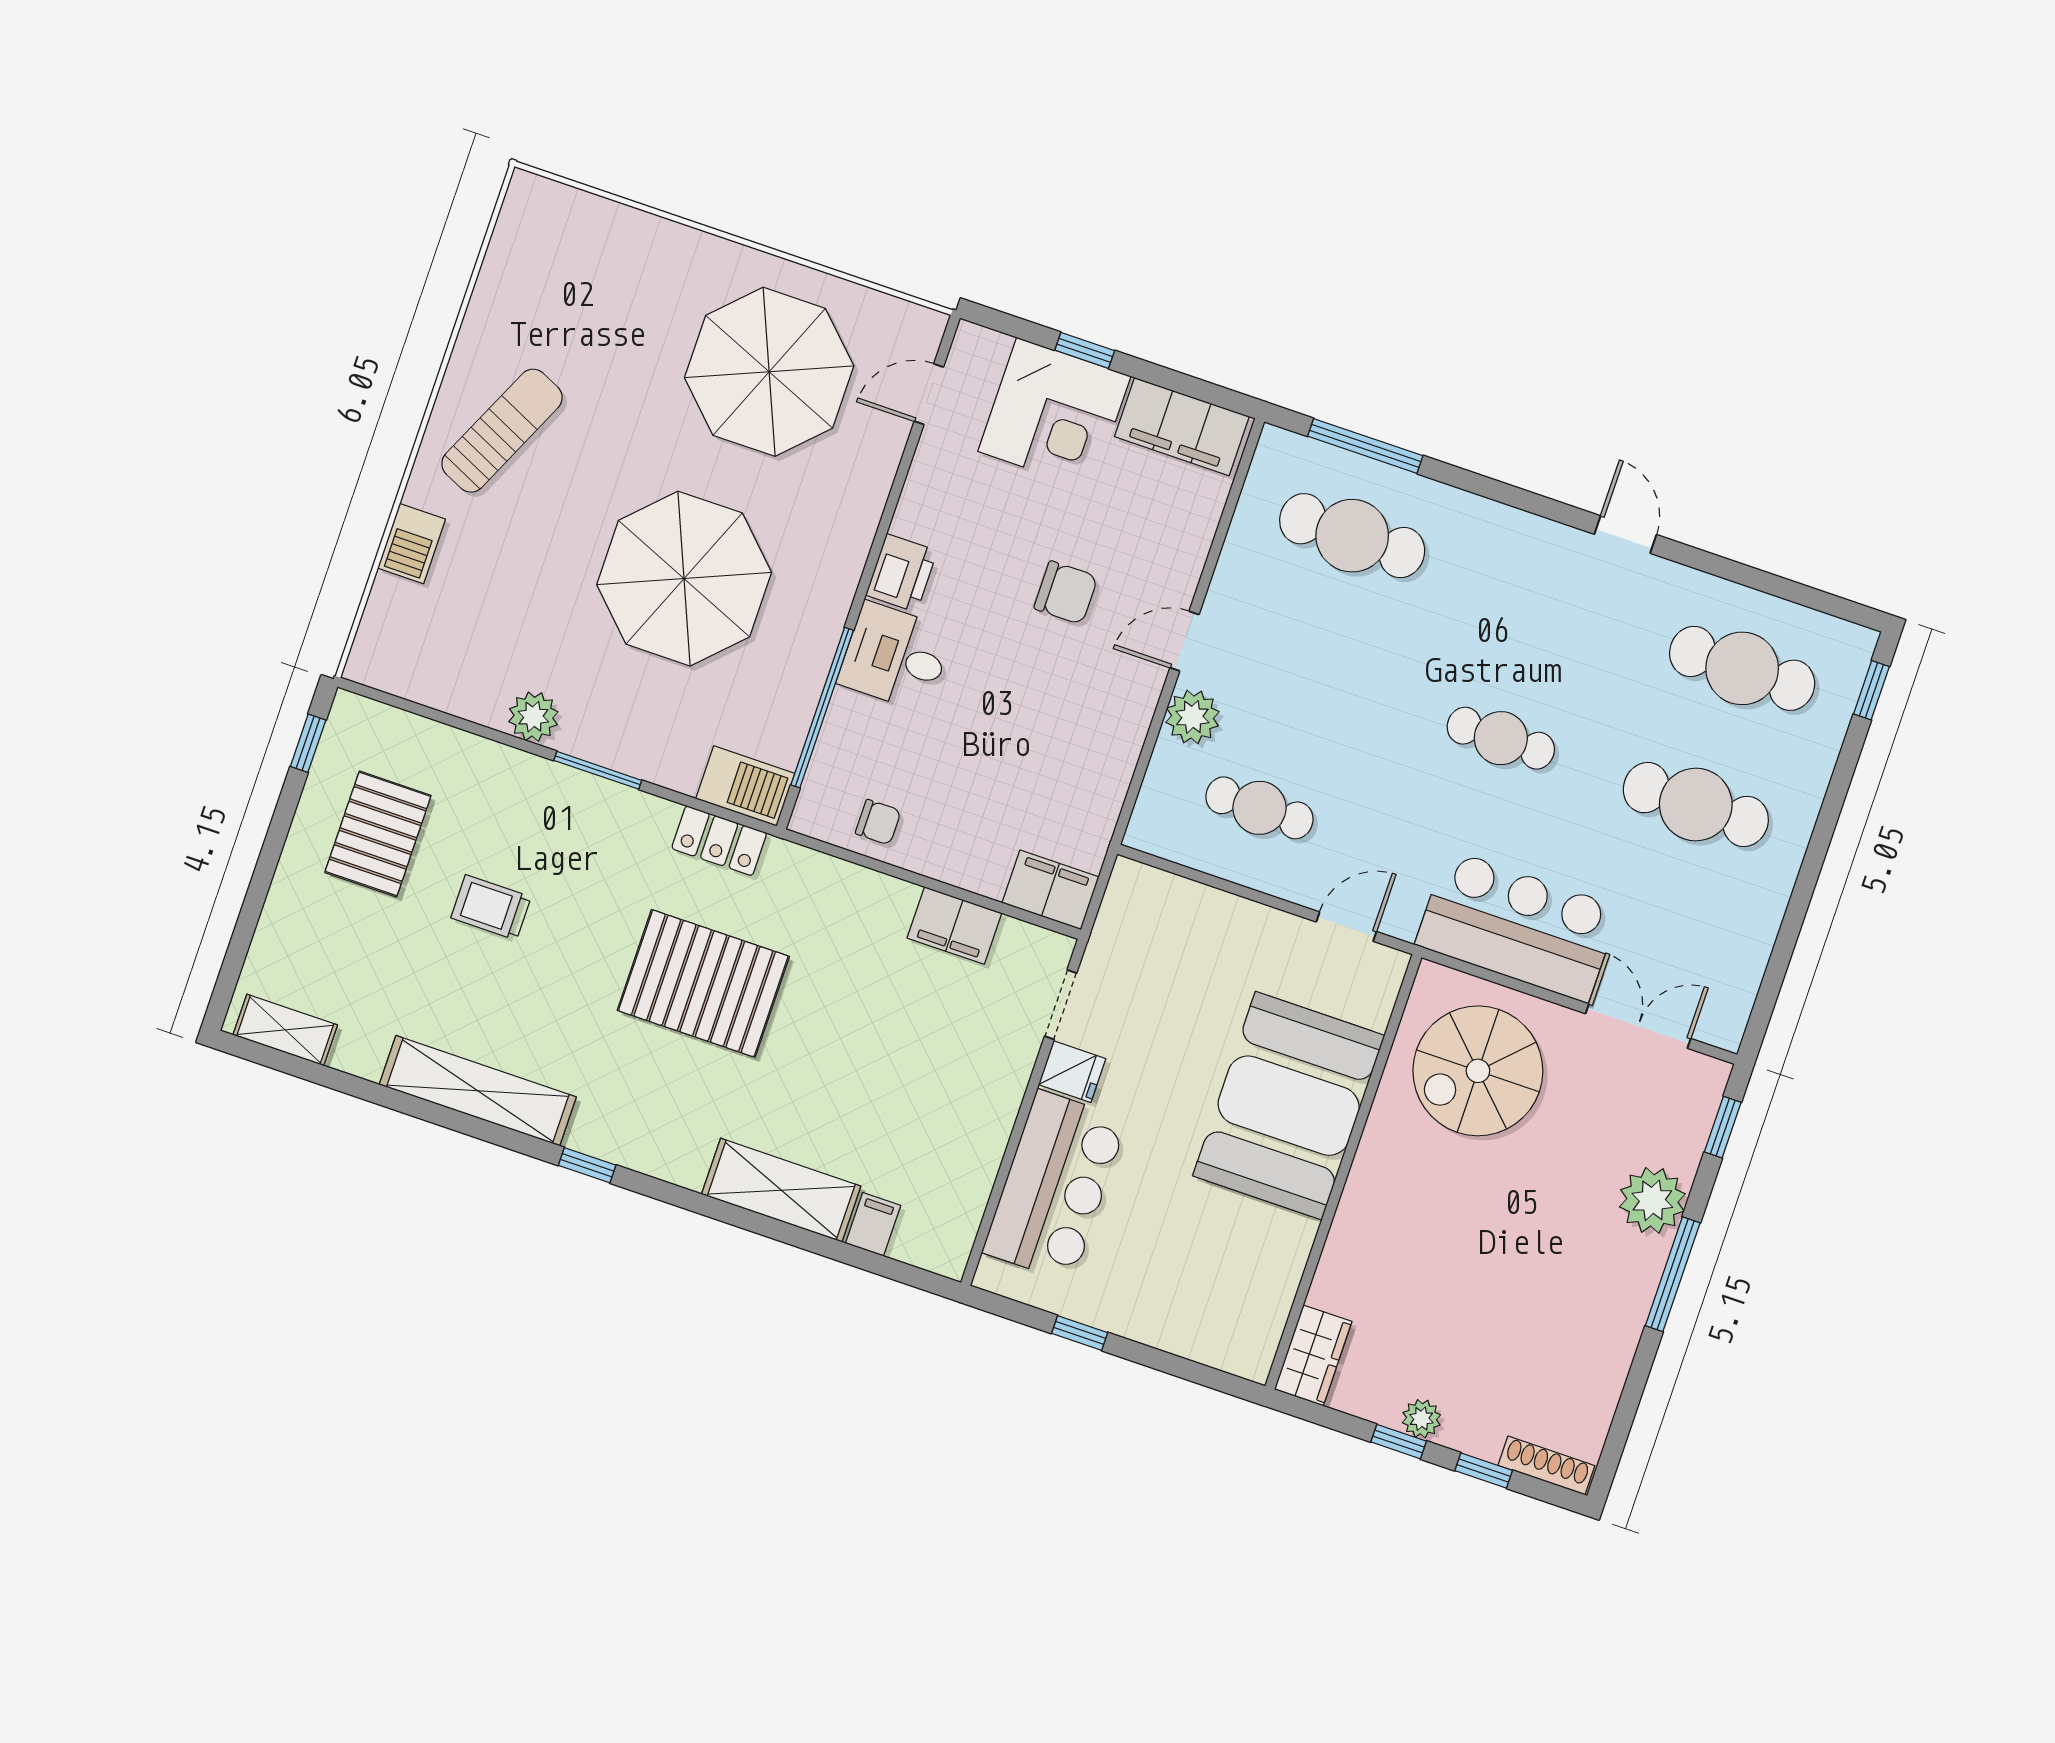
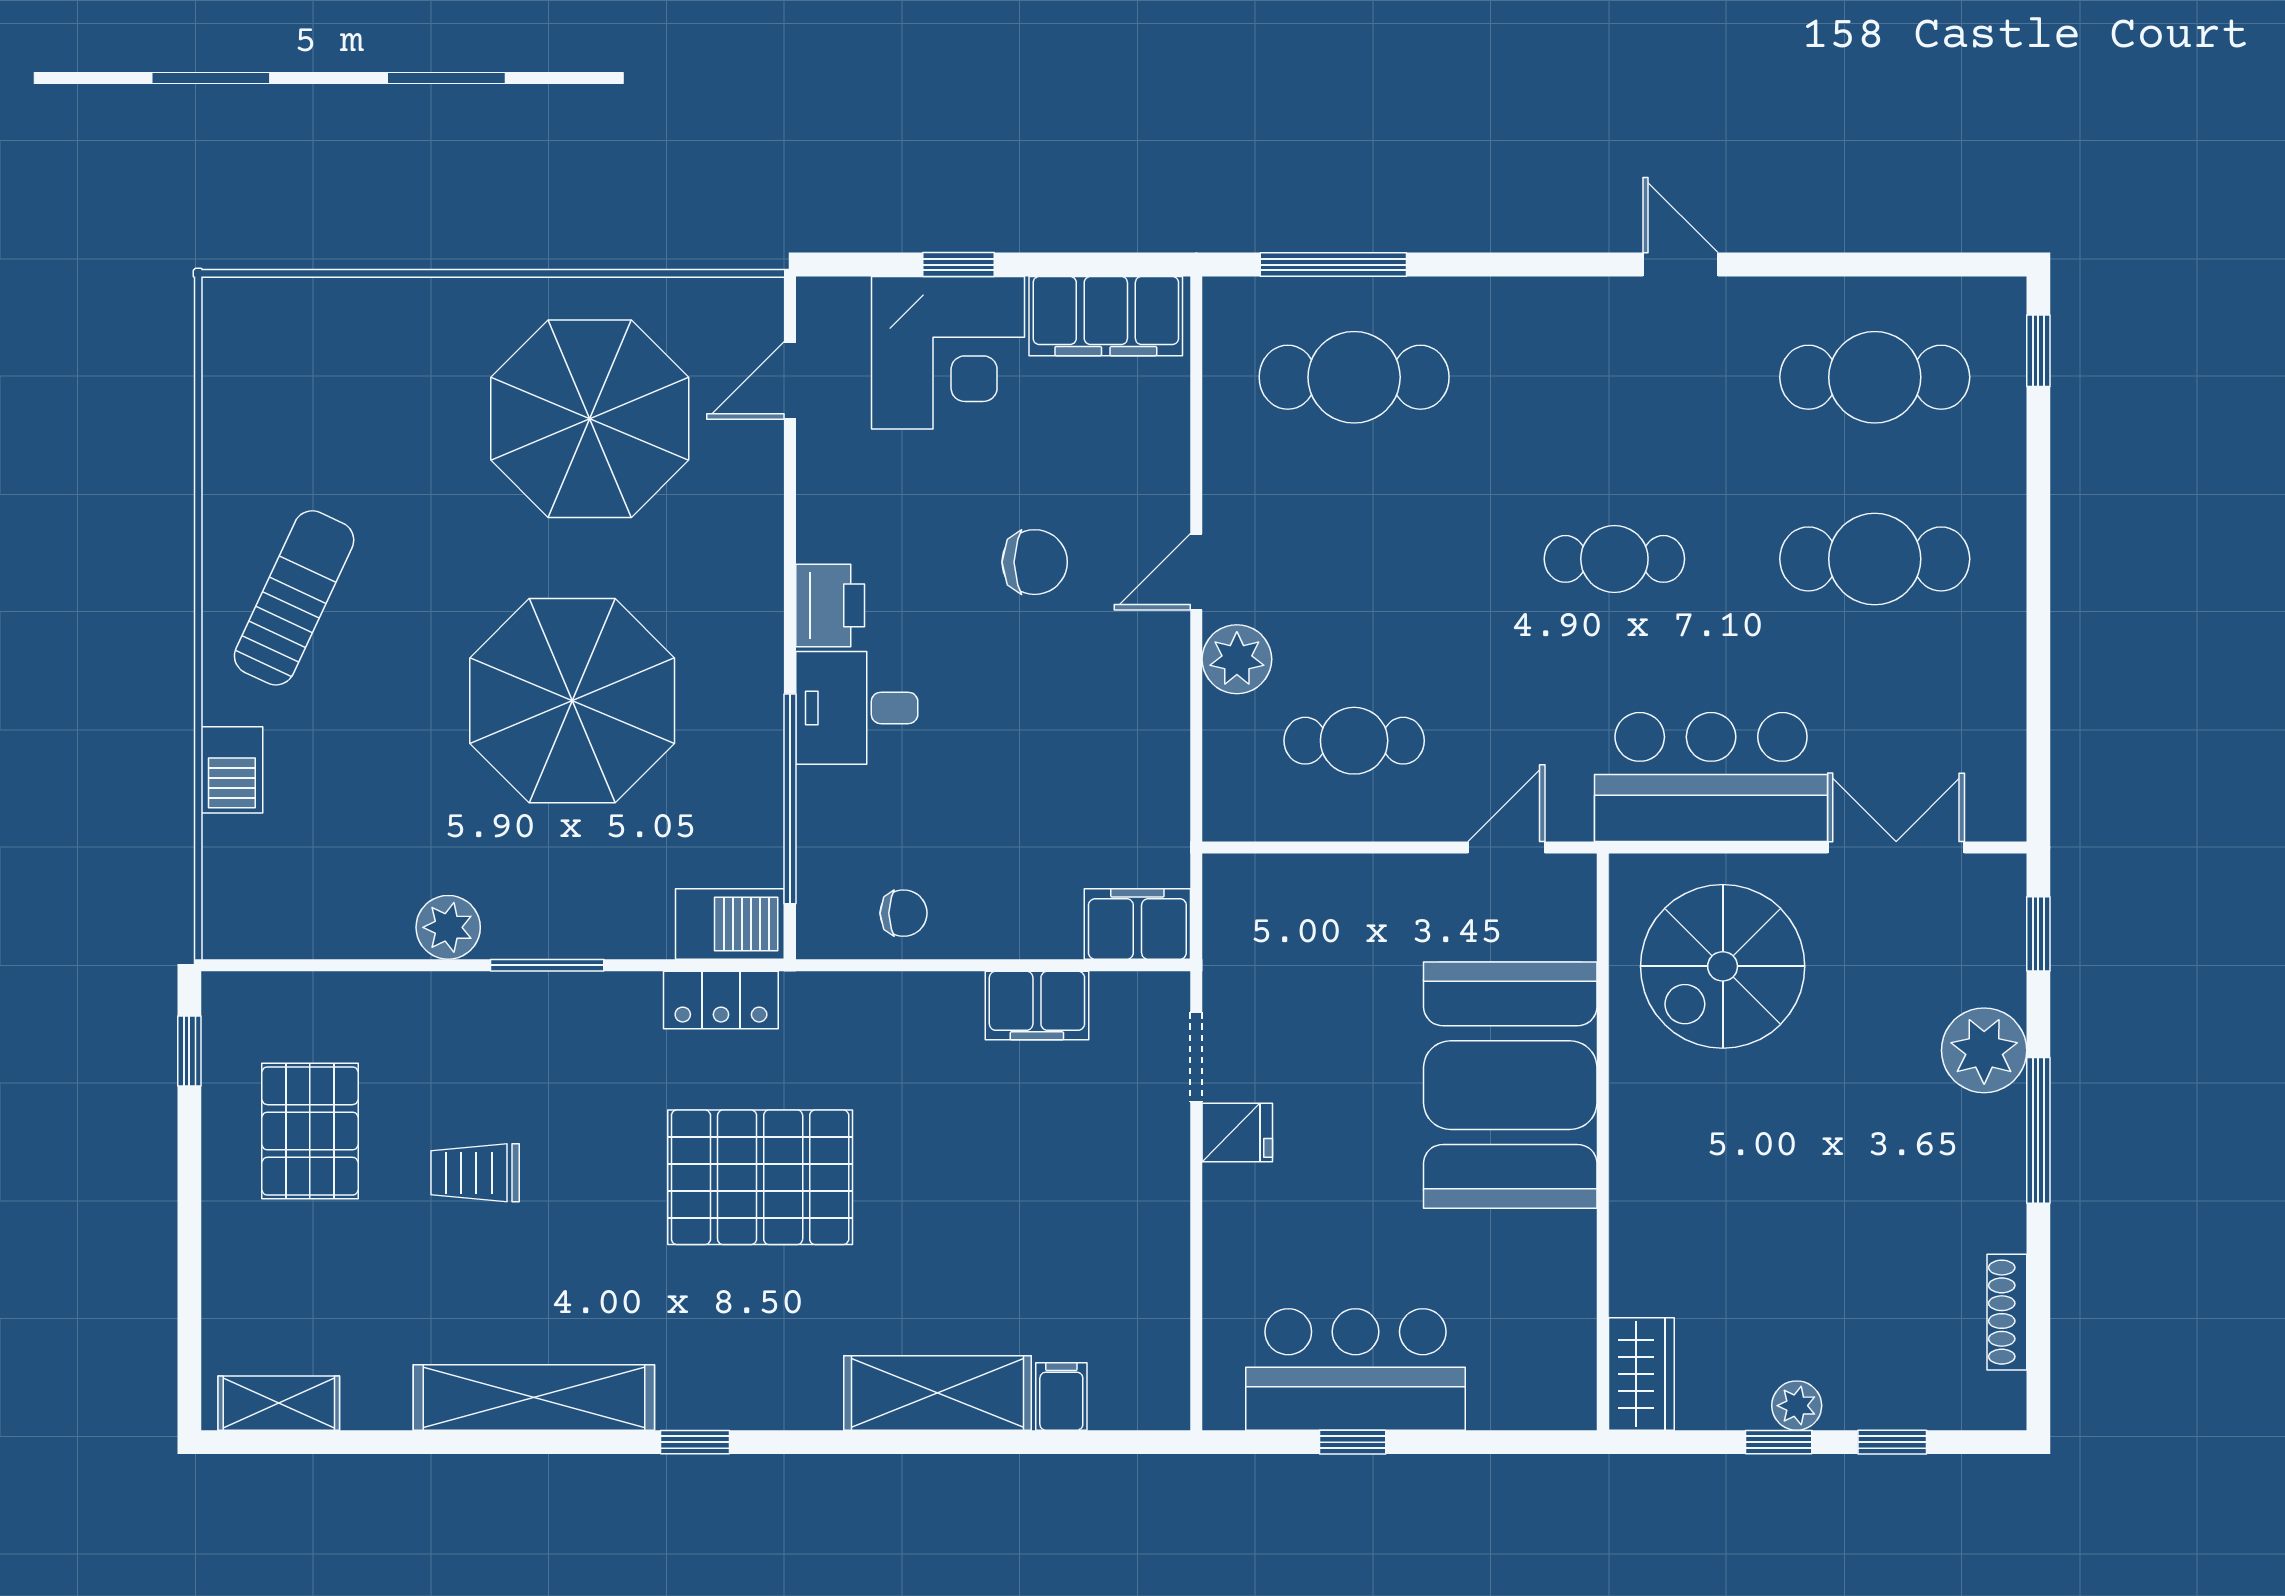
bar counter: (1055, 1186) -> (1356, 1369), moved, turned -90
shoe rack: (1546, 1465) -> (2007, 1312), moved, turned -90

